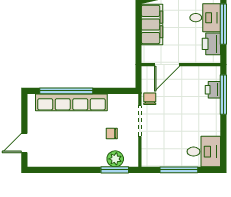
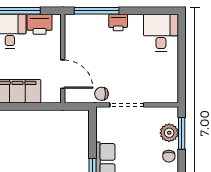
printer: (213, 90) -> (118, 23), moved
chair: (112, 134) -> (169, 156), moved
window: (179, 170) -> (182, 61), removed

